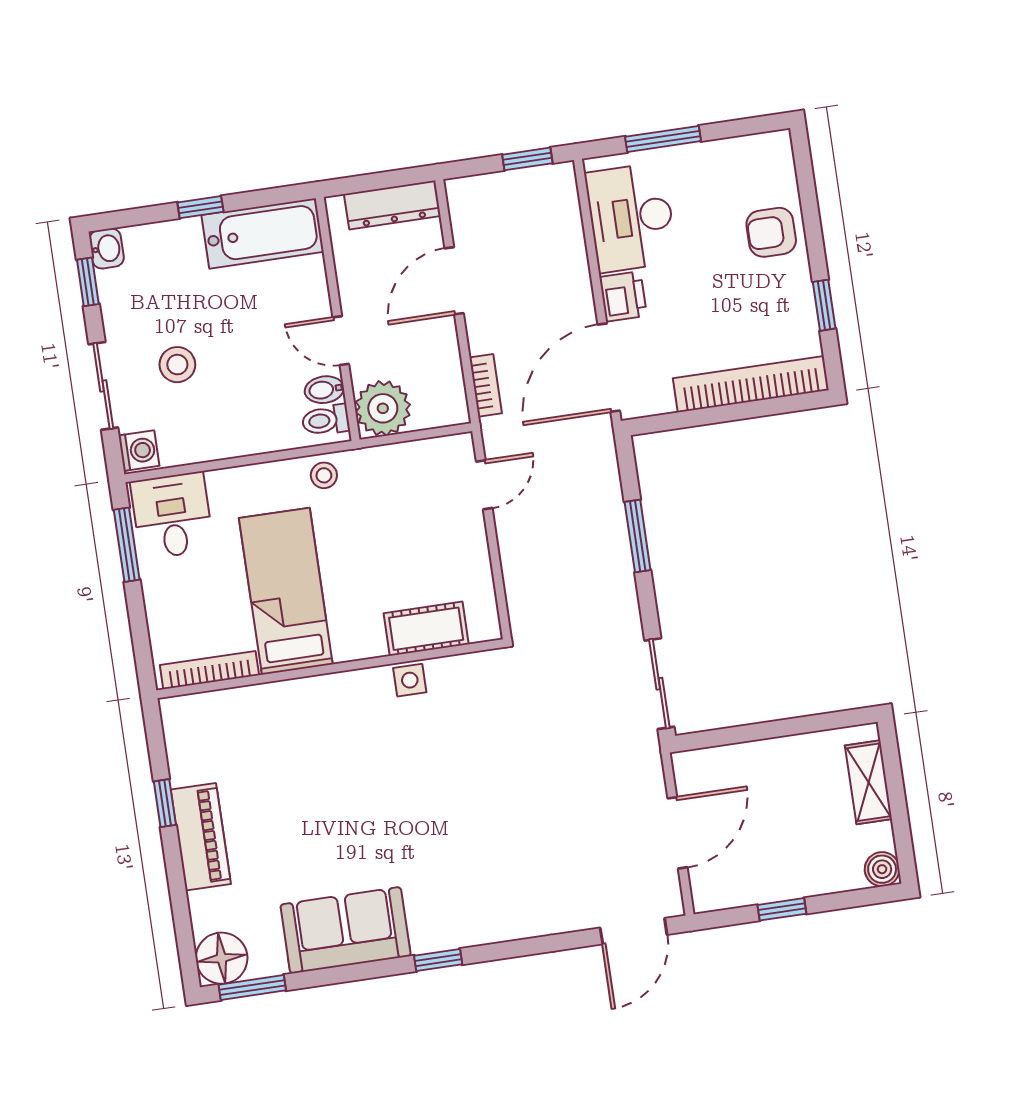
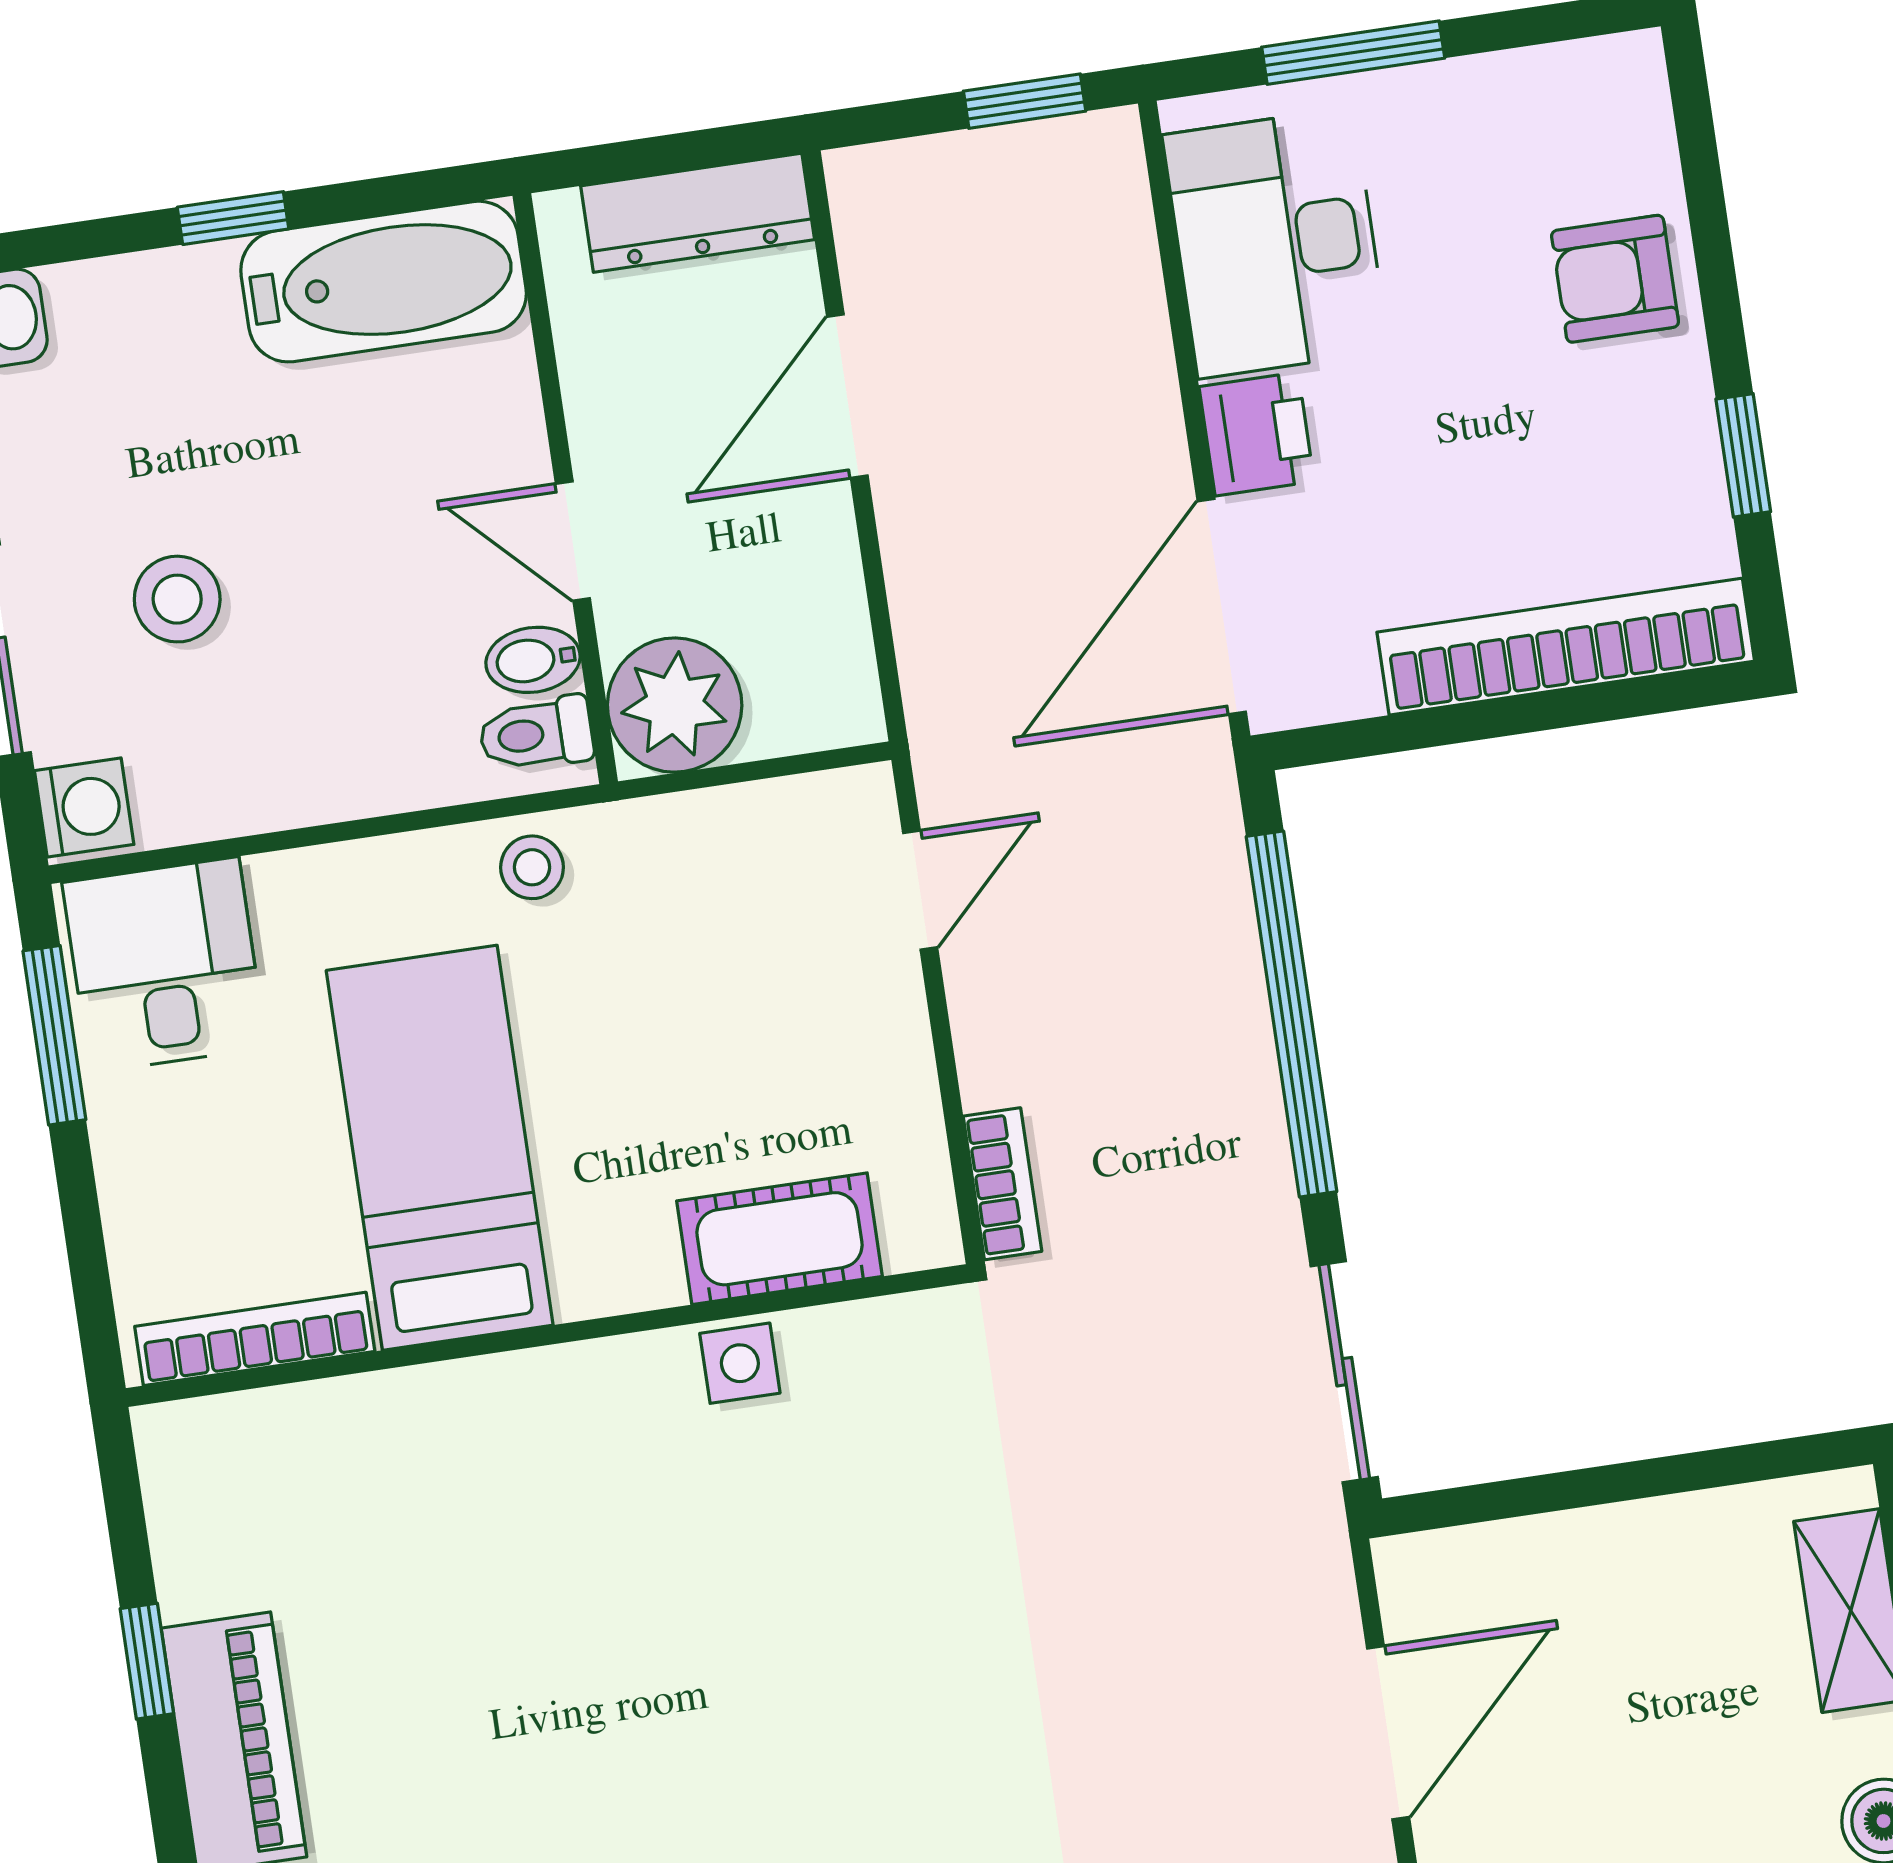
bookcase: (486, 385) -> (1002, 1184), moved
window: (638, 536) -> (1292, 1014), width x2.11

